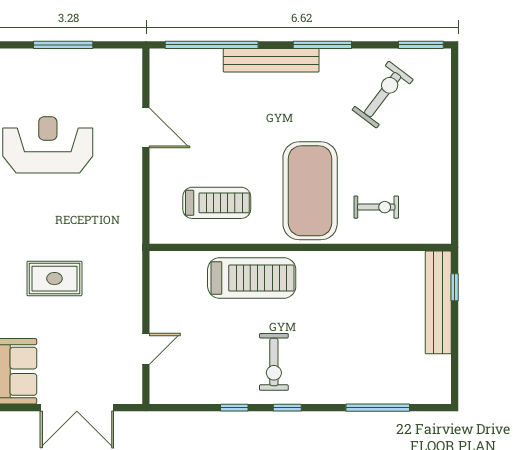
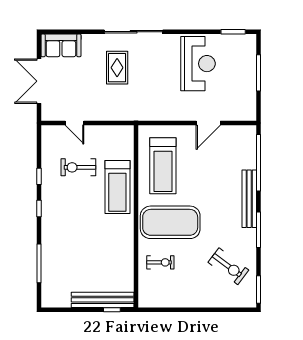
treadmill: (217, 203) -> (163, 166), width x1.37, depth x1.38
exercise bike: (376, 207) -> (160, 262), turned -90
exercise bike: (274, 362) -> (78, 167), moved

